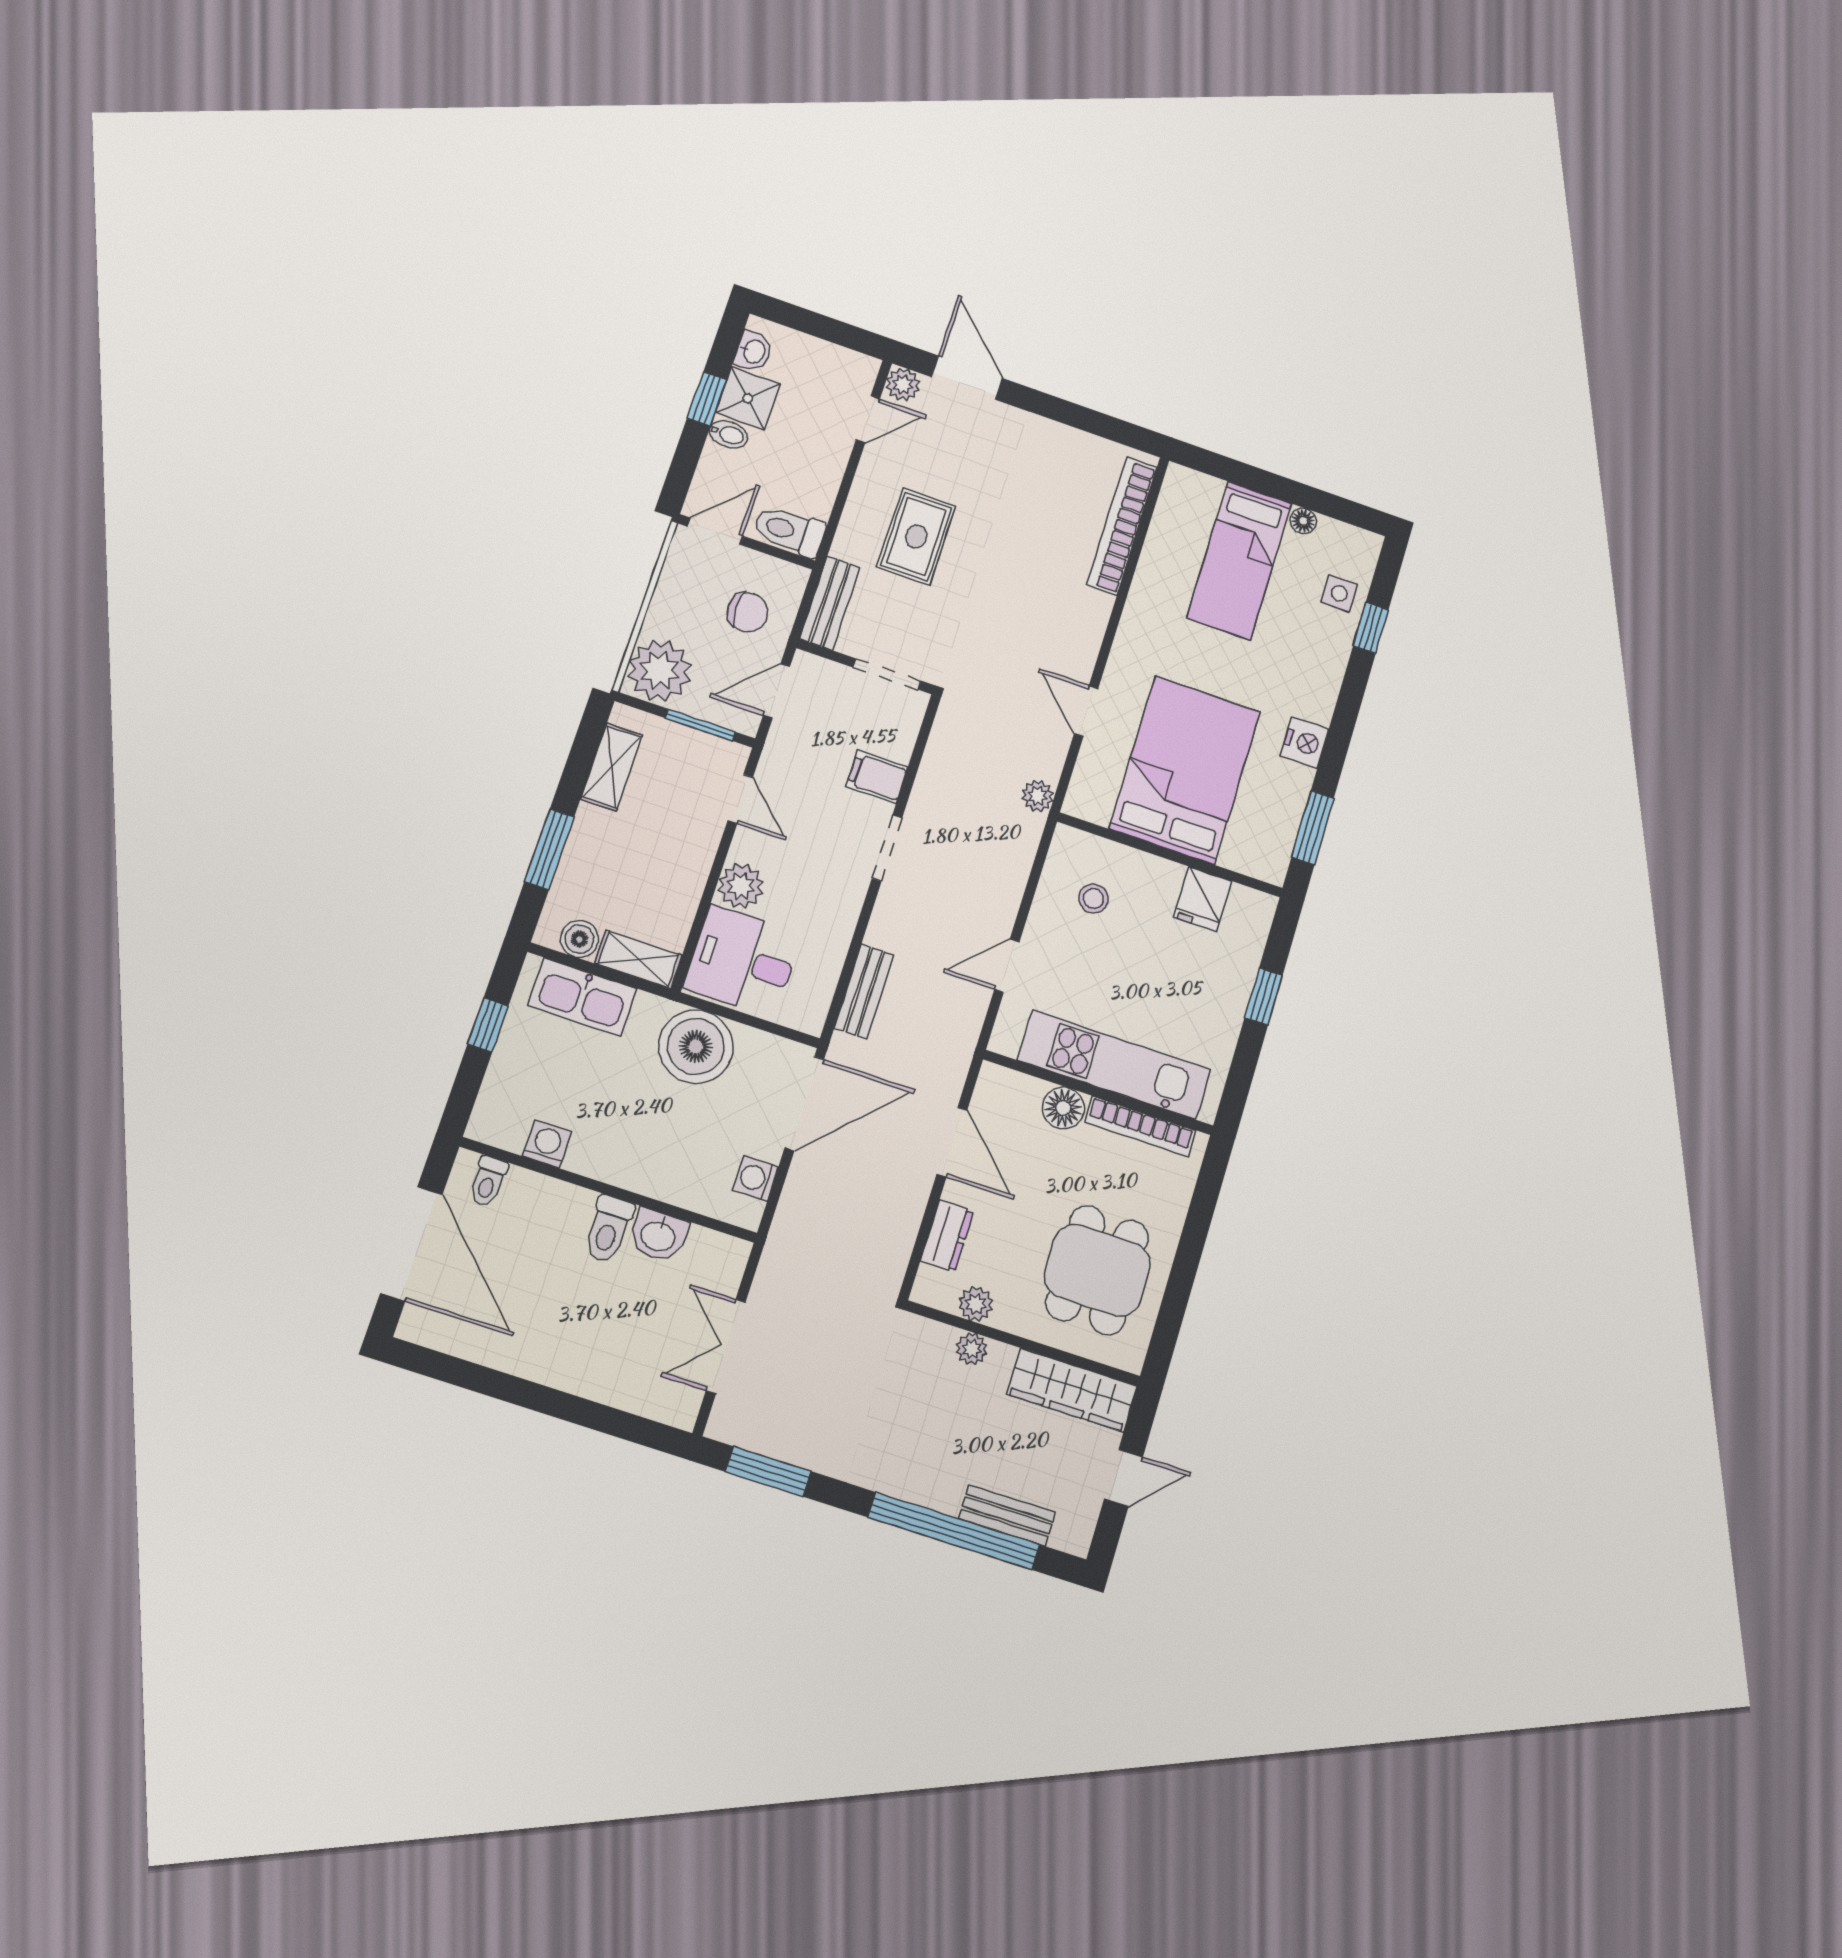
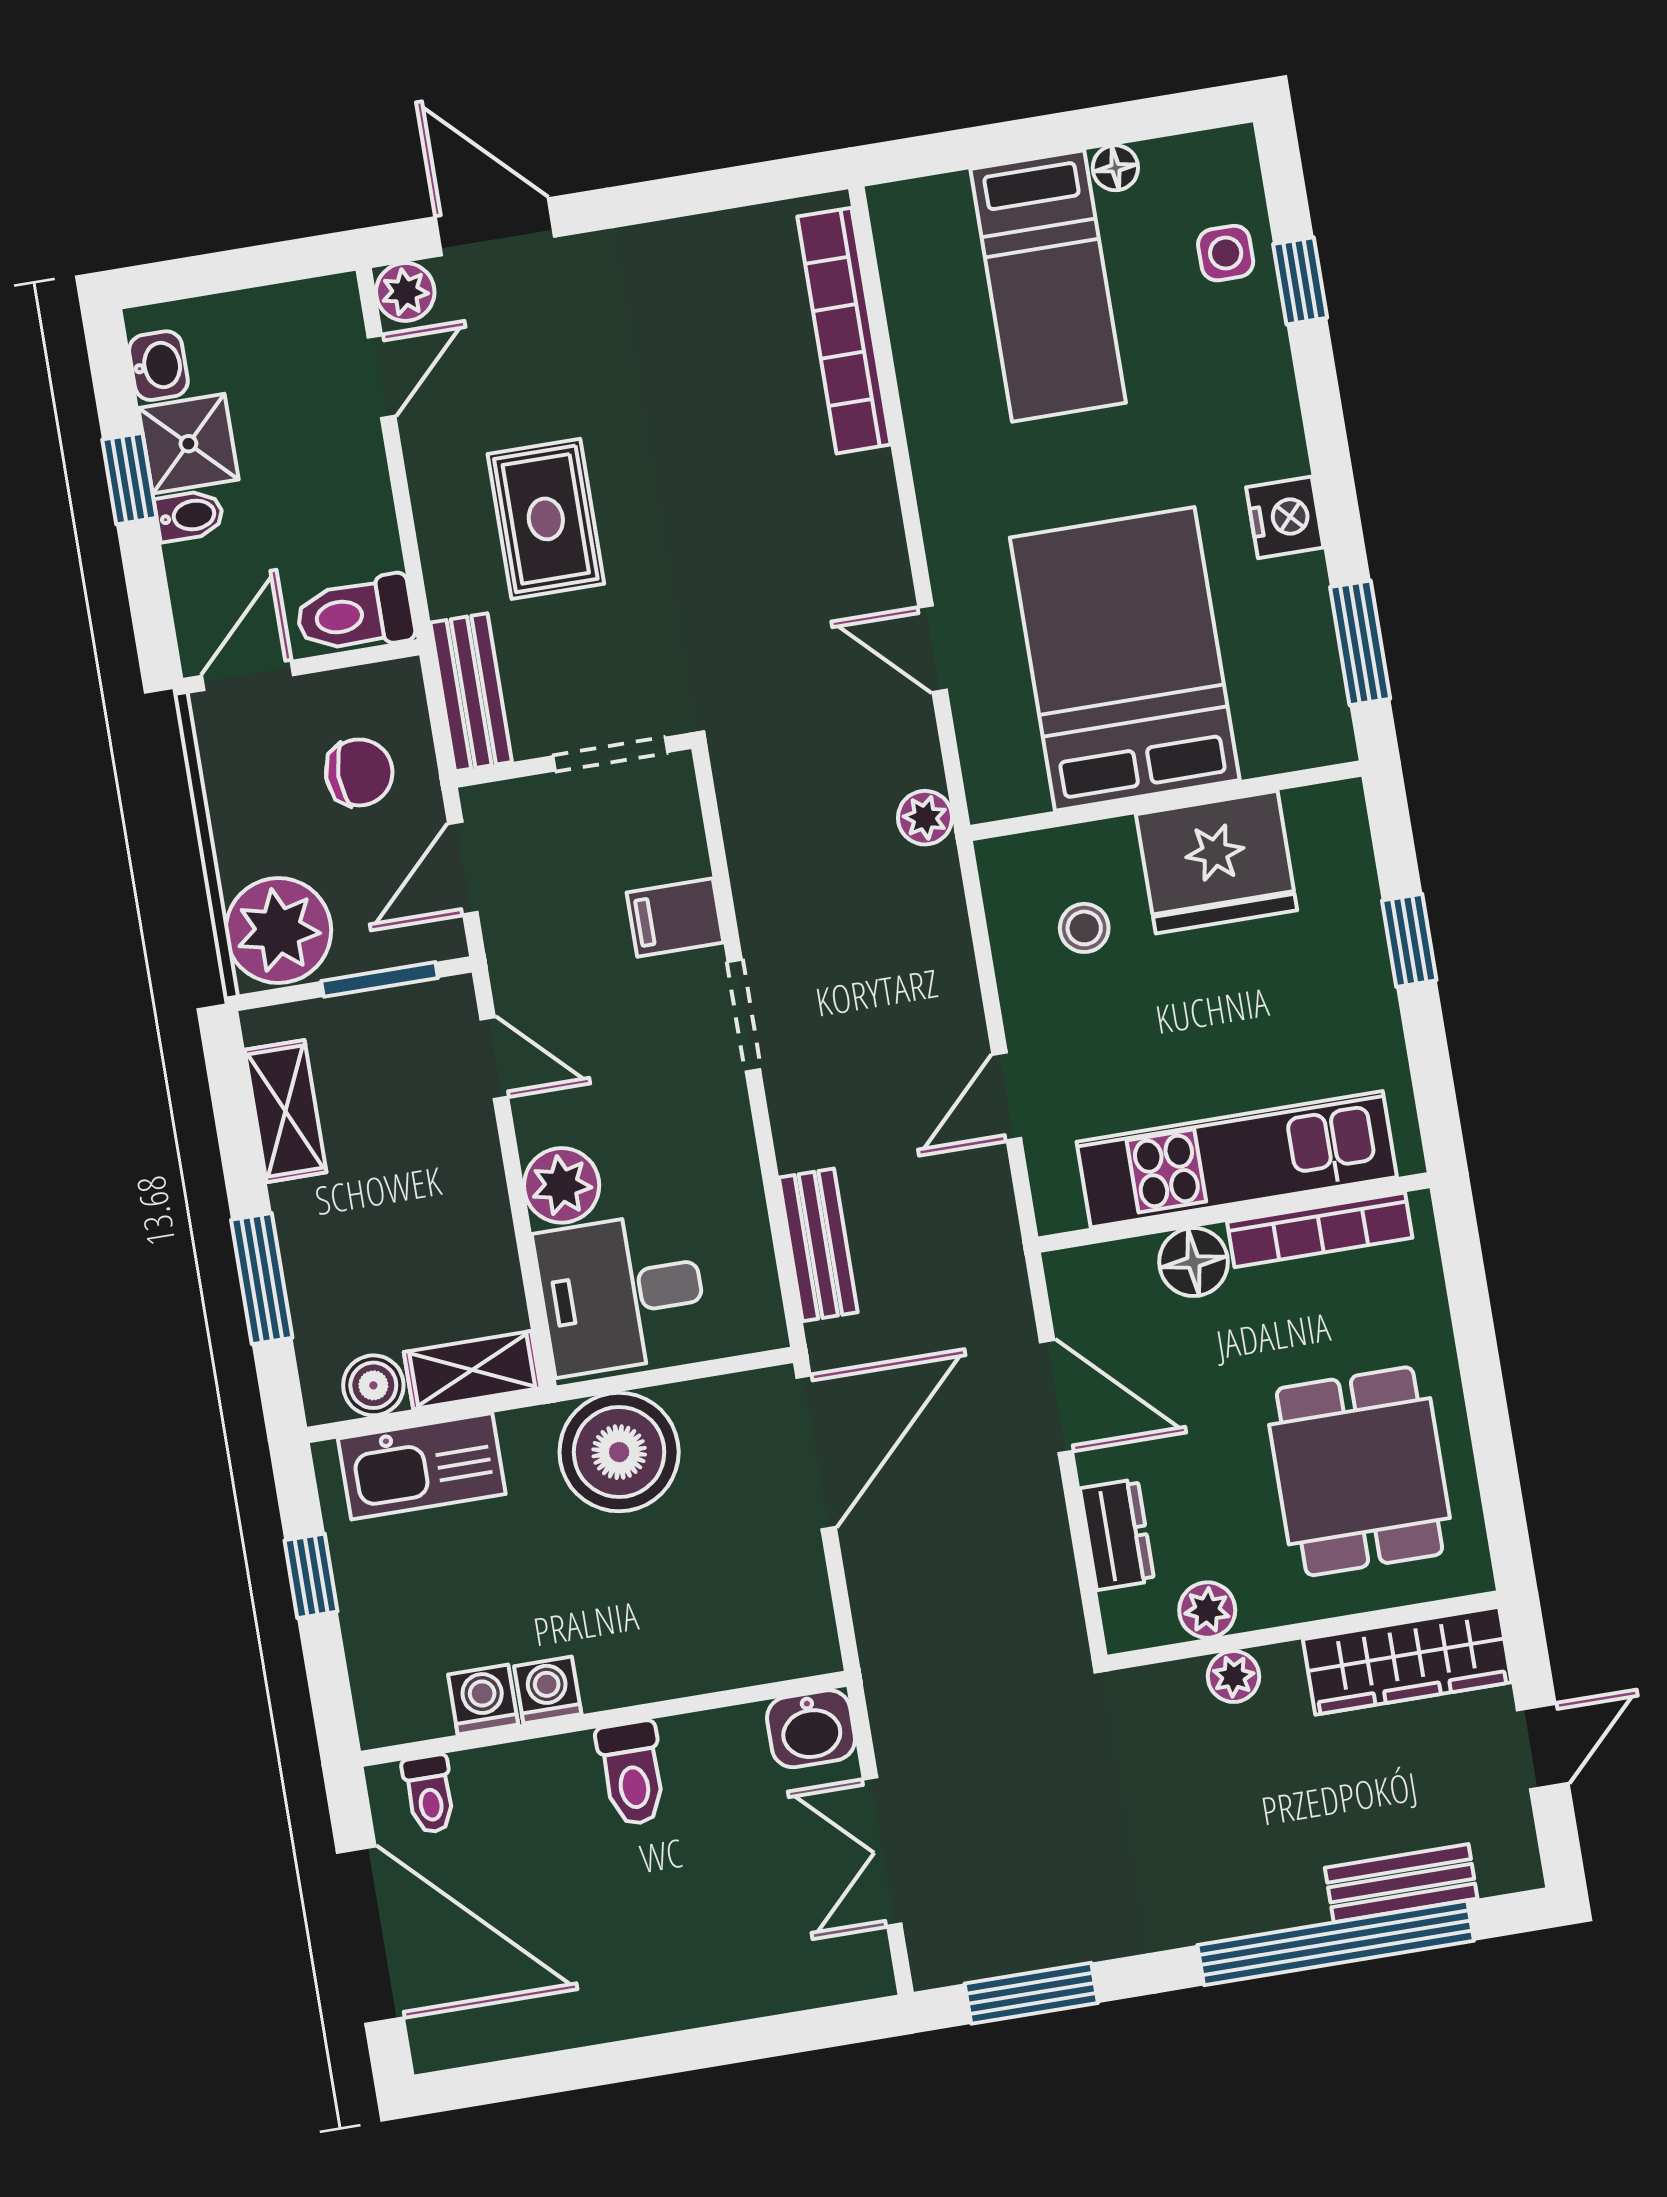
fridge: (1203, 899) -> (1217, 862), width x1.88, depth x1.34
washing machine: (756, 1178) -> (548, 1690), moved, turned 90
washbasin: (658, 1235) -> (811, 1729), moved

